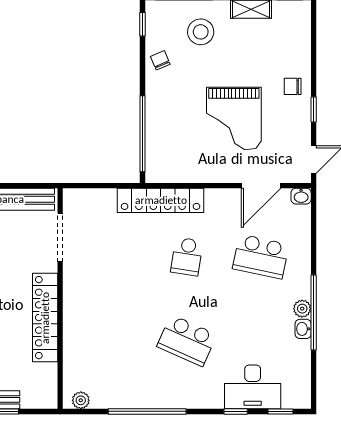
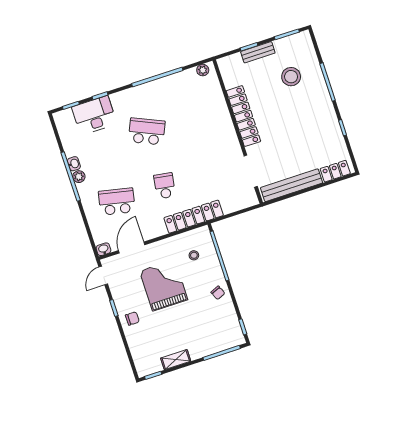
stool: (201, 32) -> (194, 255), moved, width x0.53, depth x0.53
chair: (160, 60) -> (218, 293), moved

